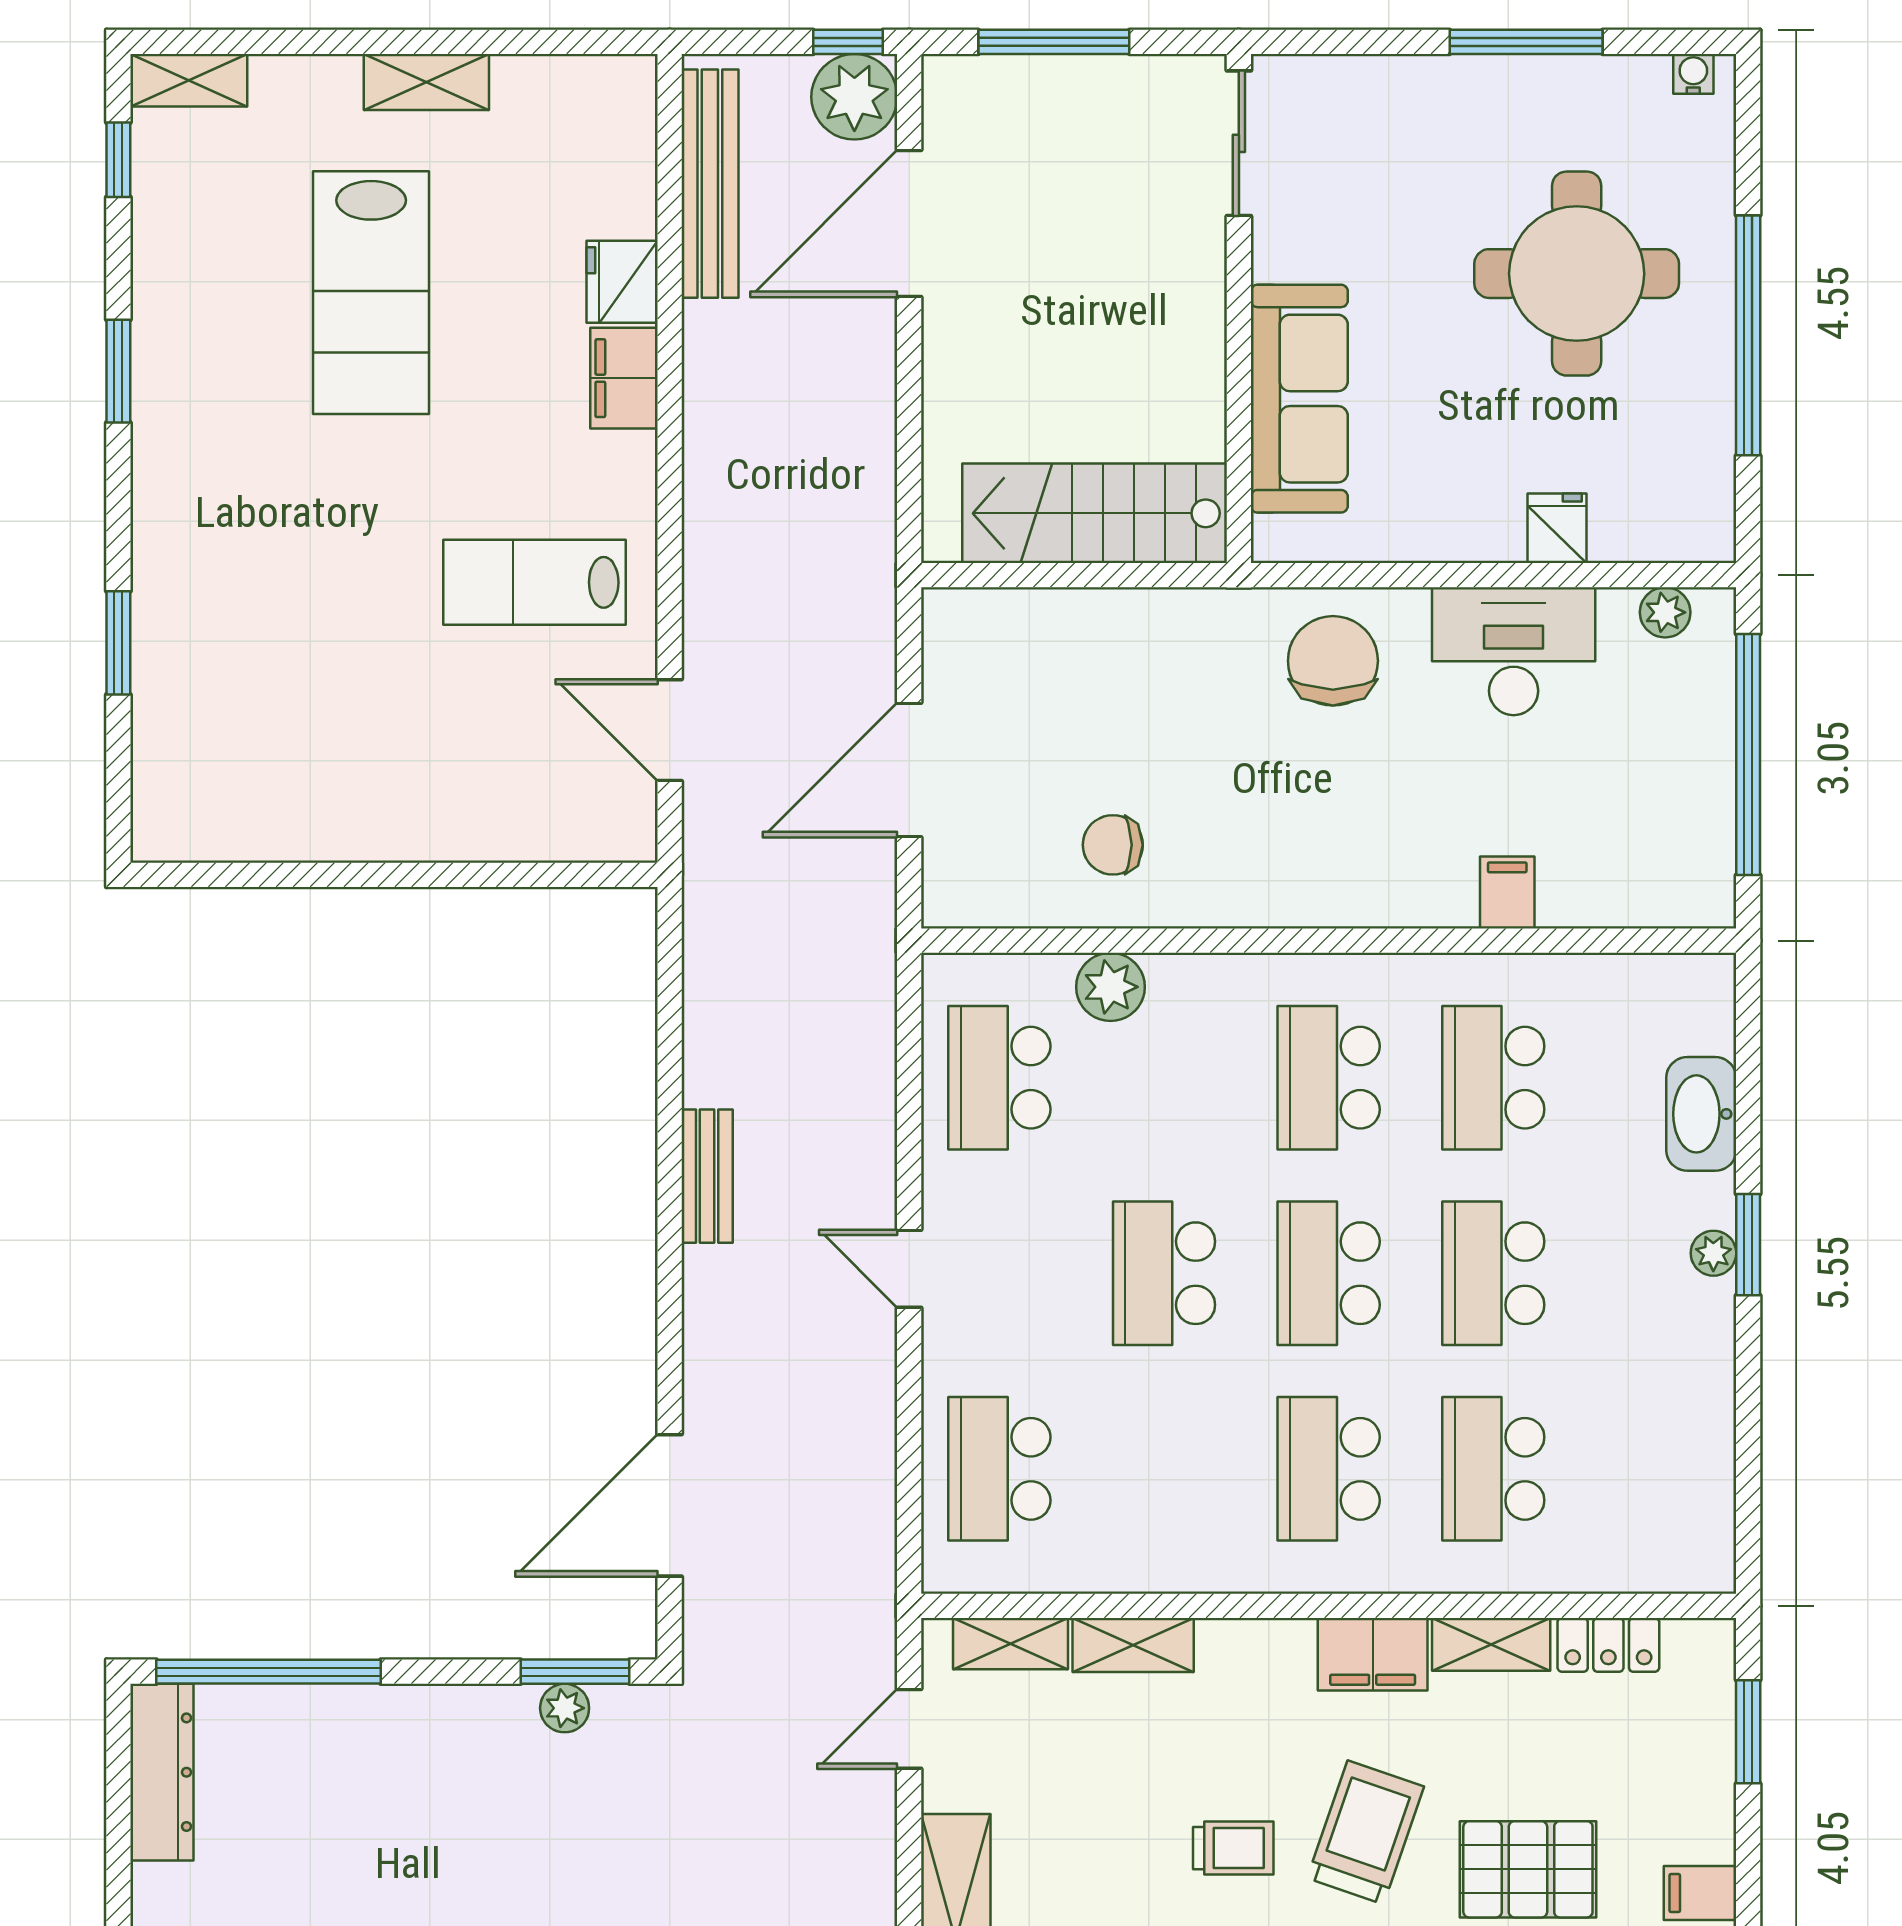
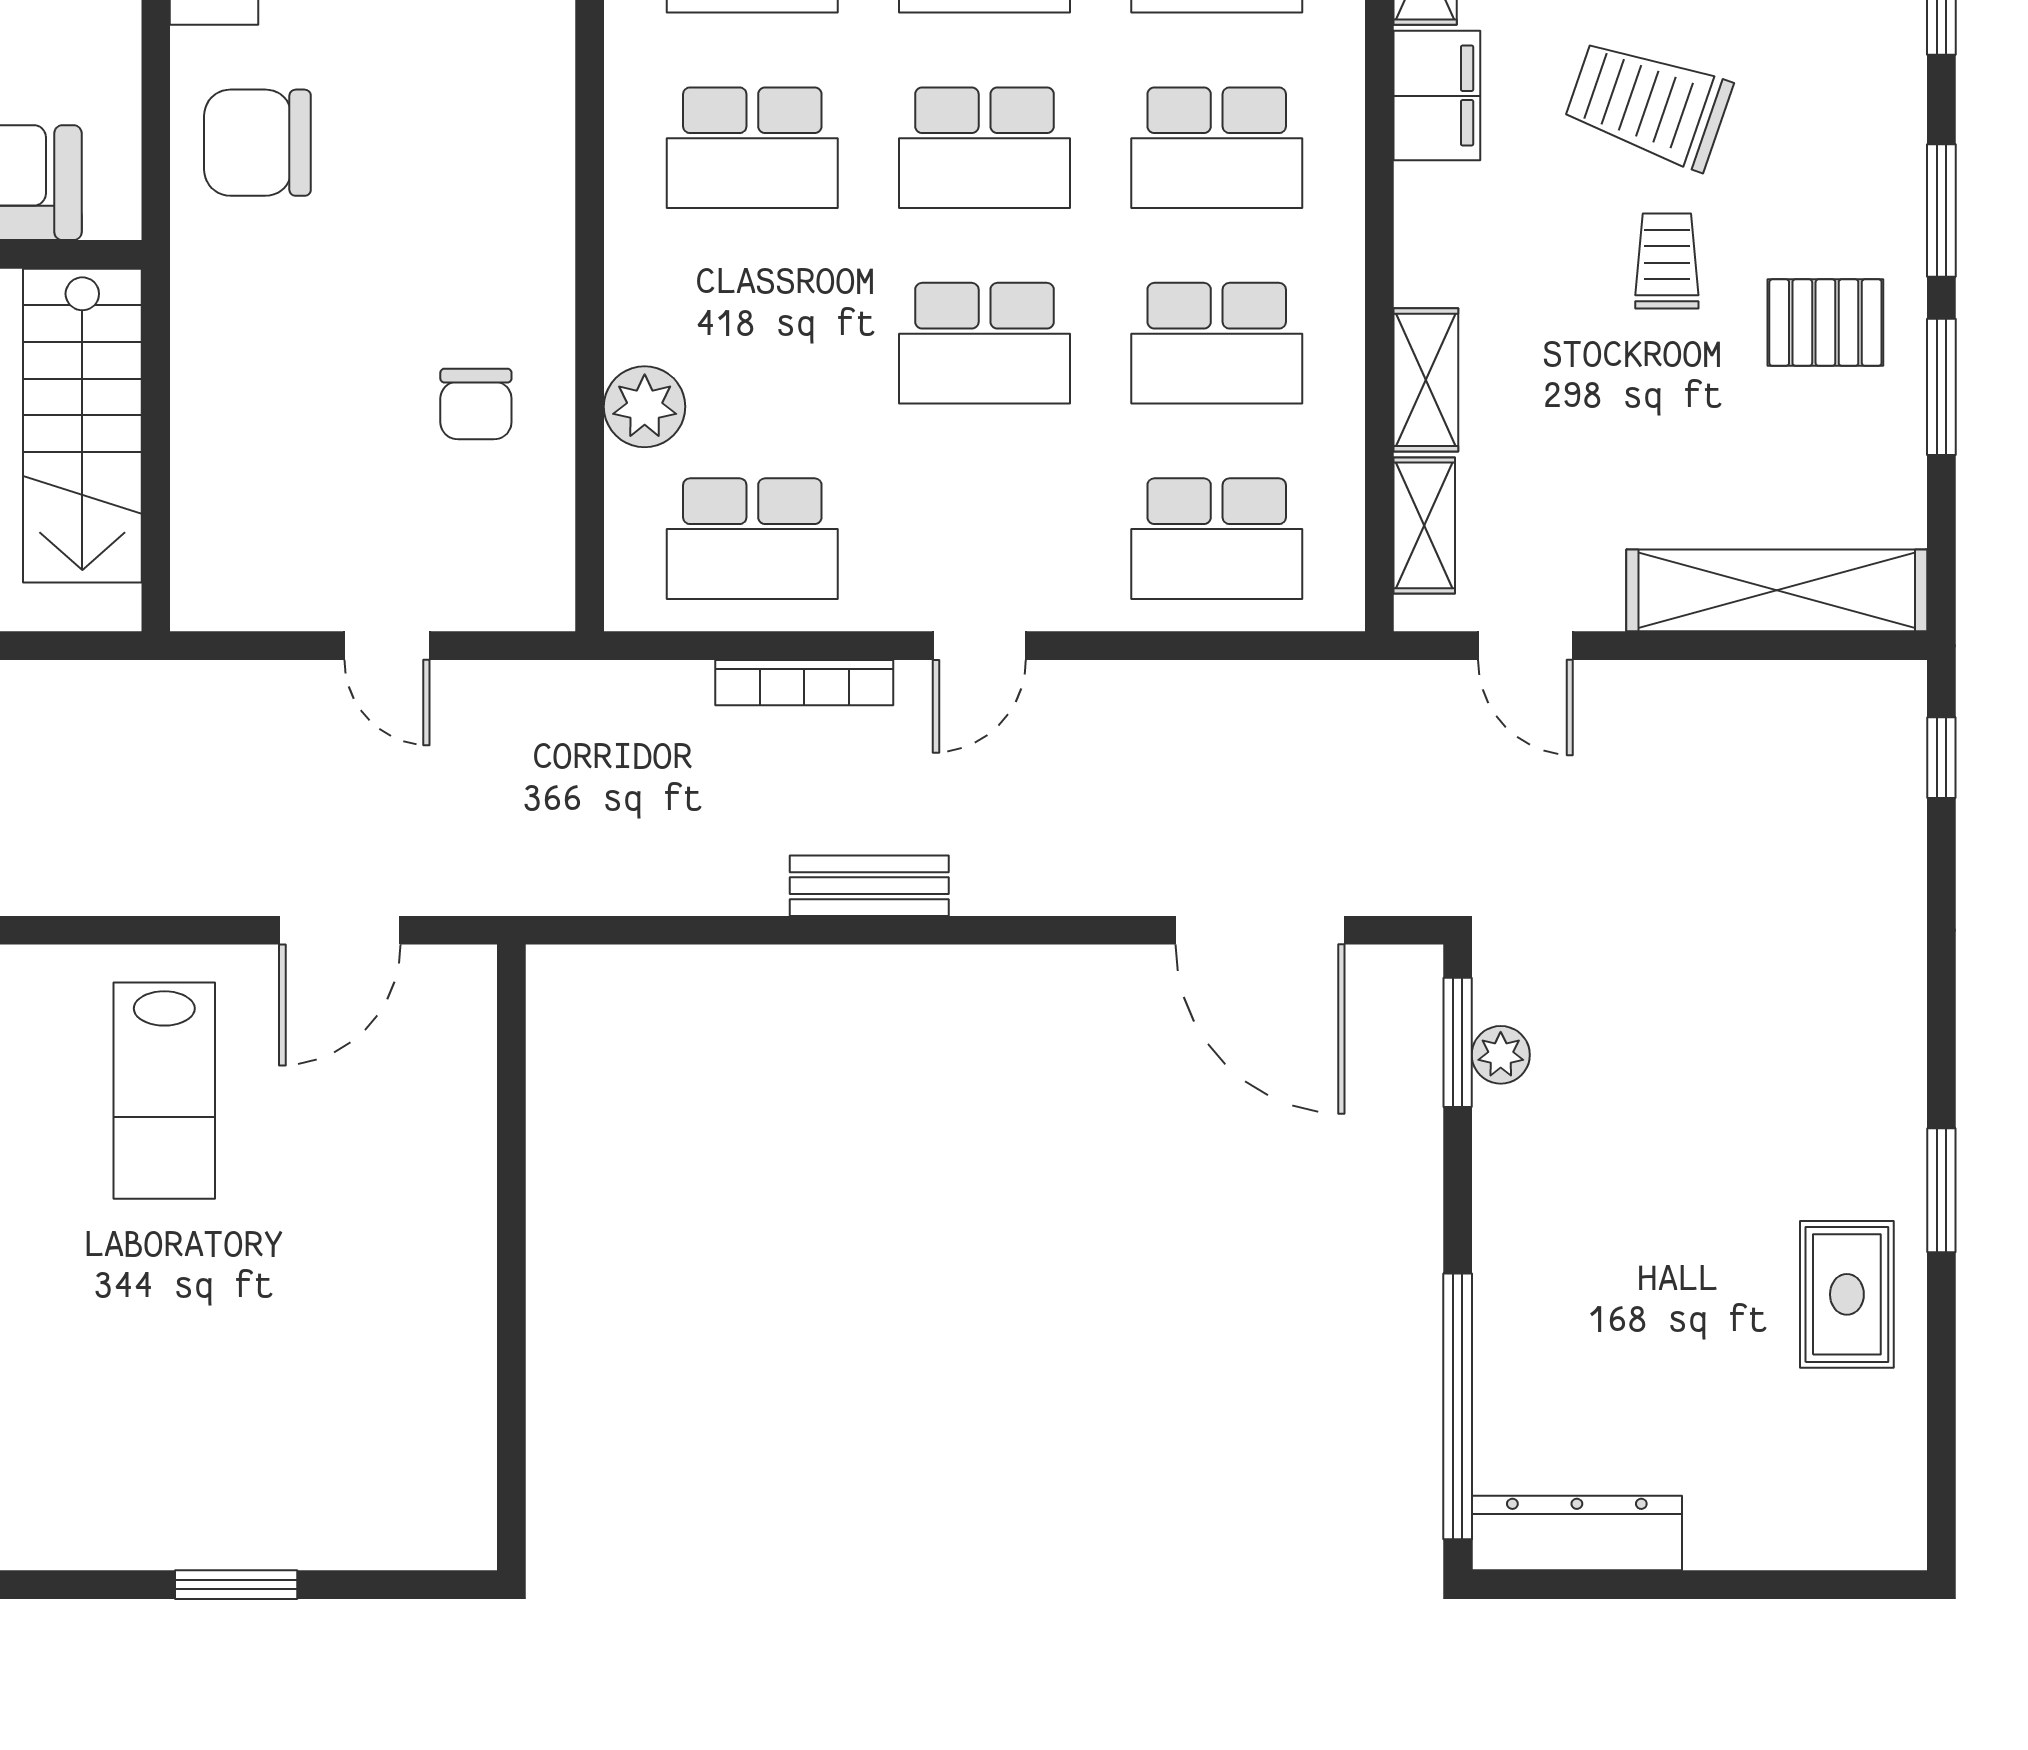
door: (909, 770) -> (387, 646), width x0.53
bookcase: (878, 1121) -> (804, 683), added
school desk: (1164, 1469) -> (1217, 343), added

